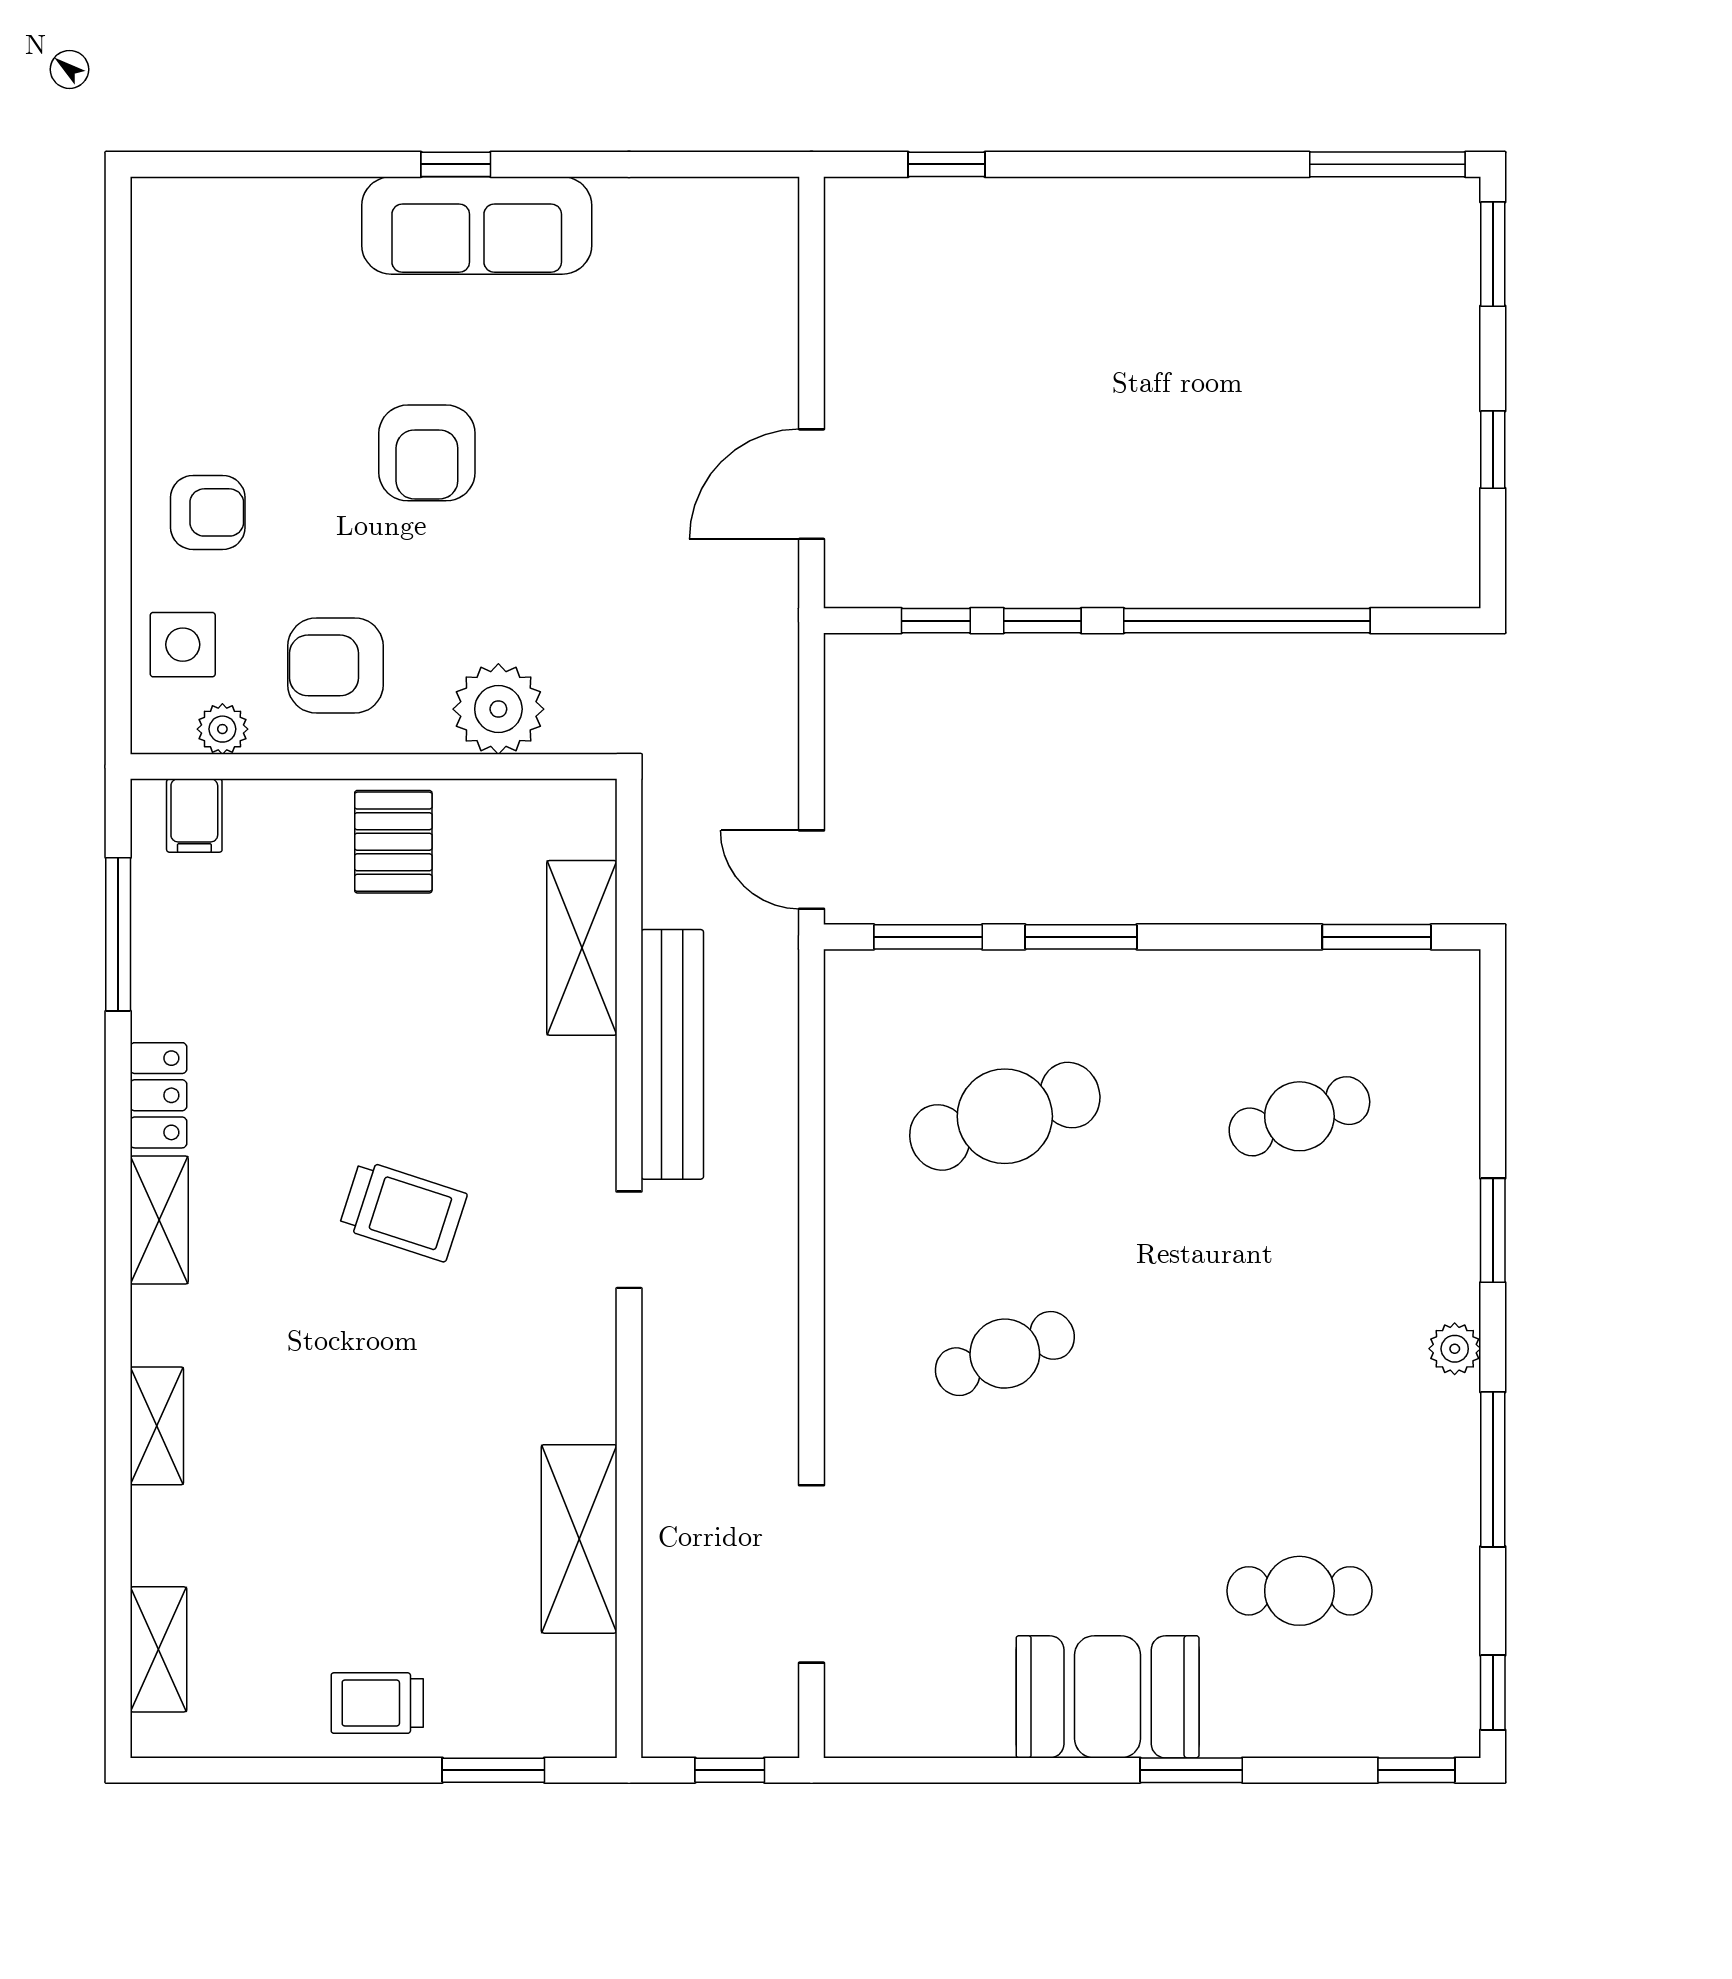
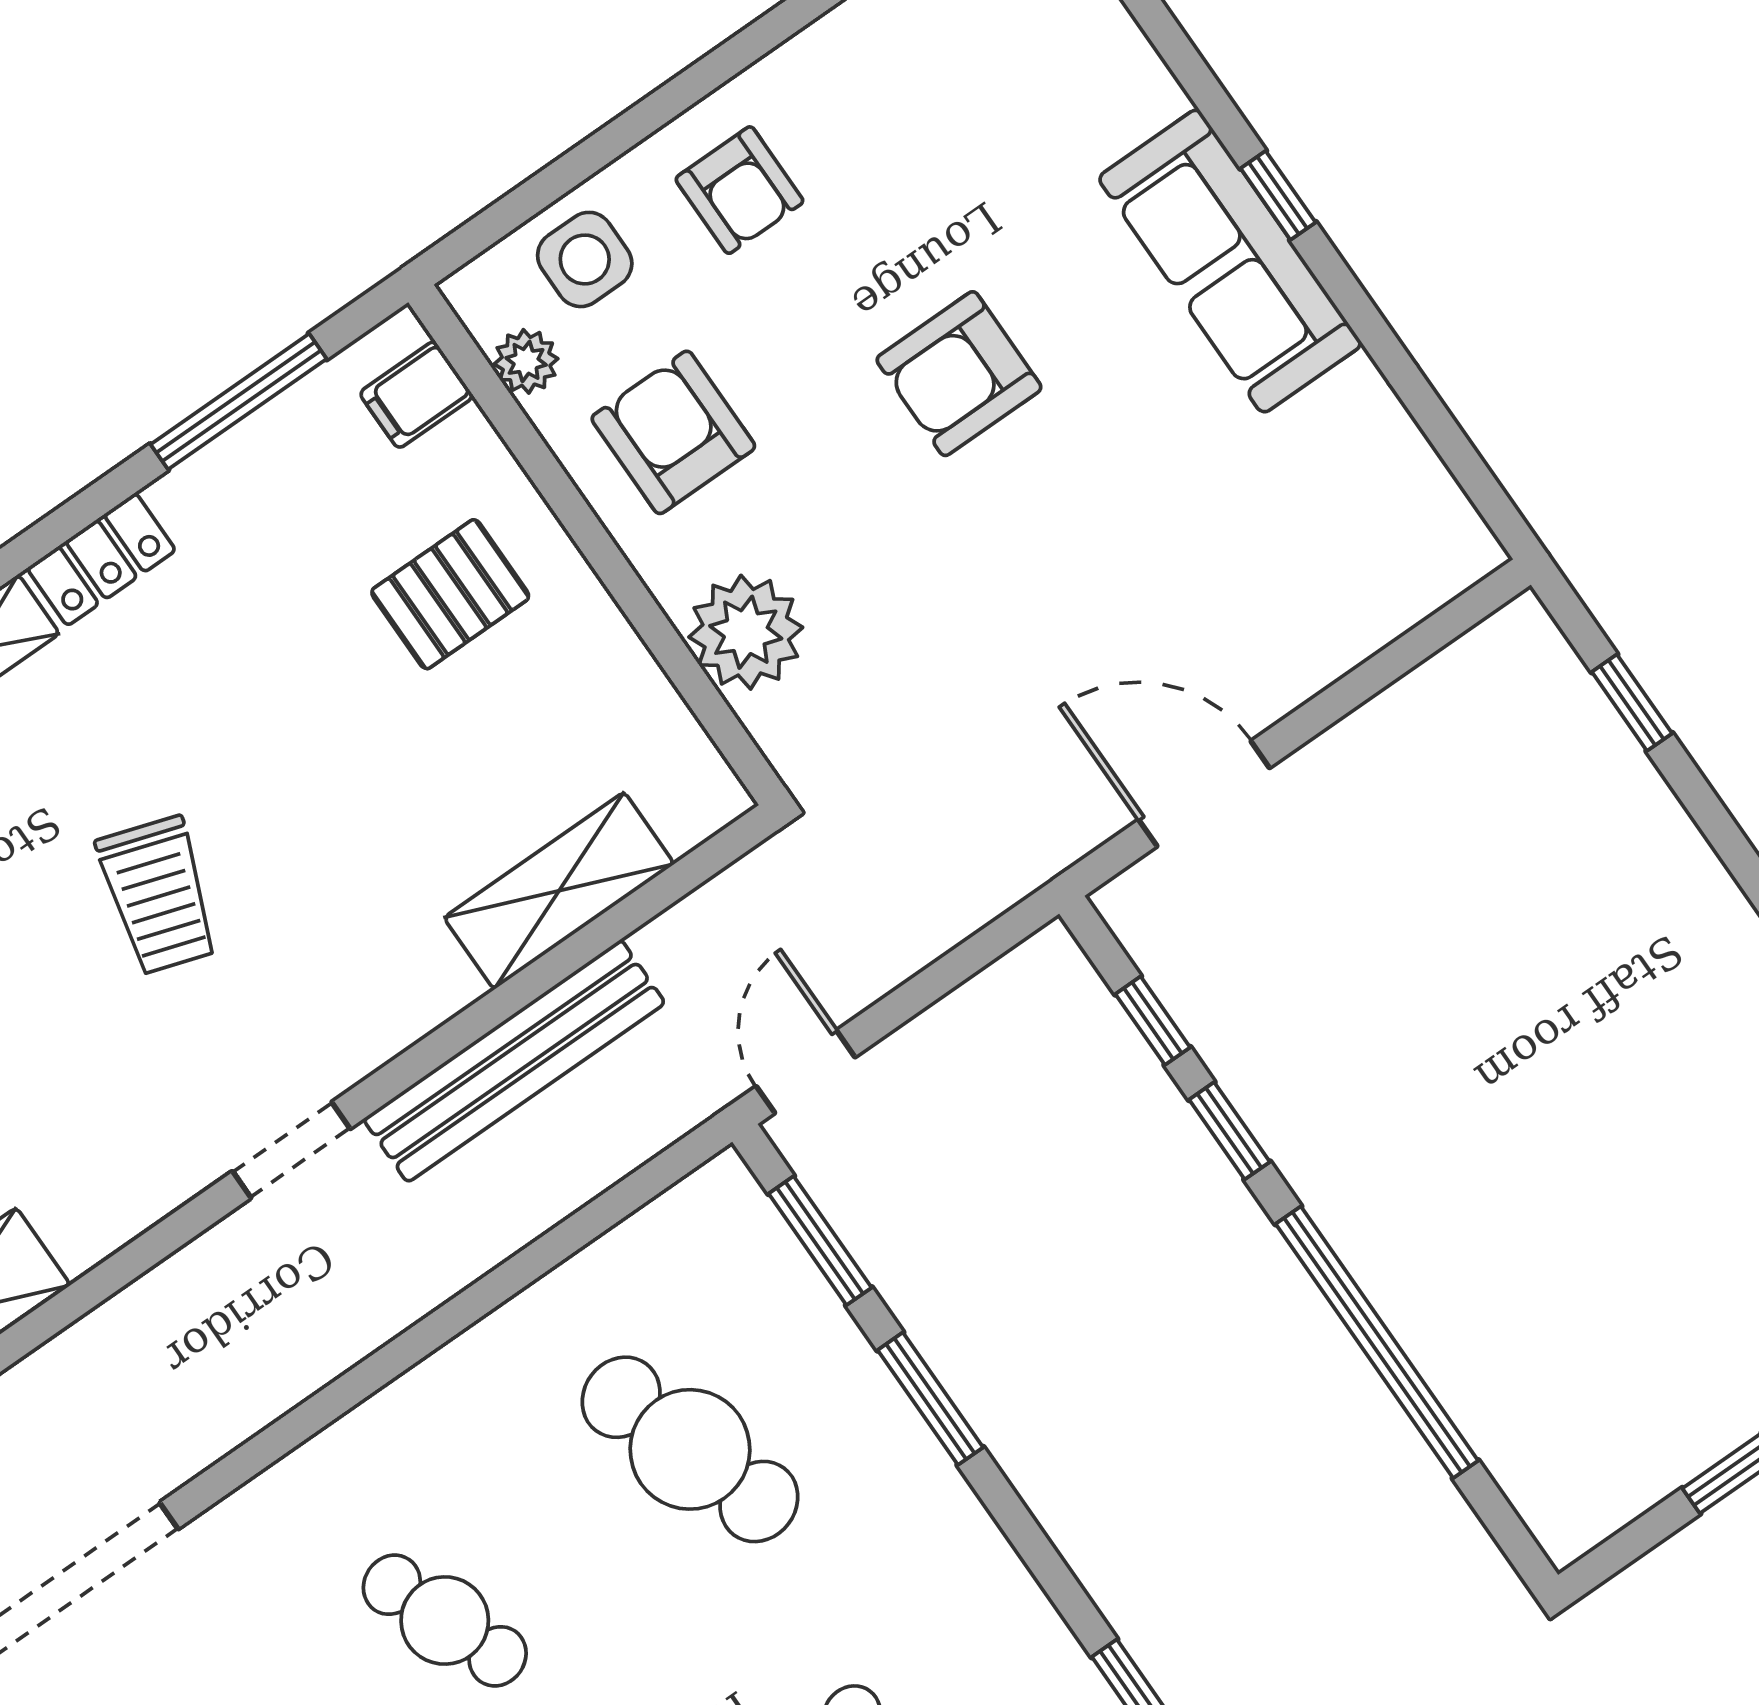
pallet: (393, 842) -> (450, 594), moved

